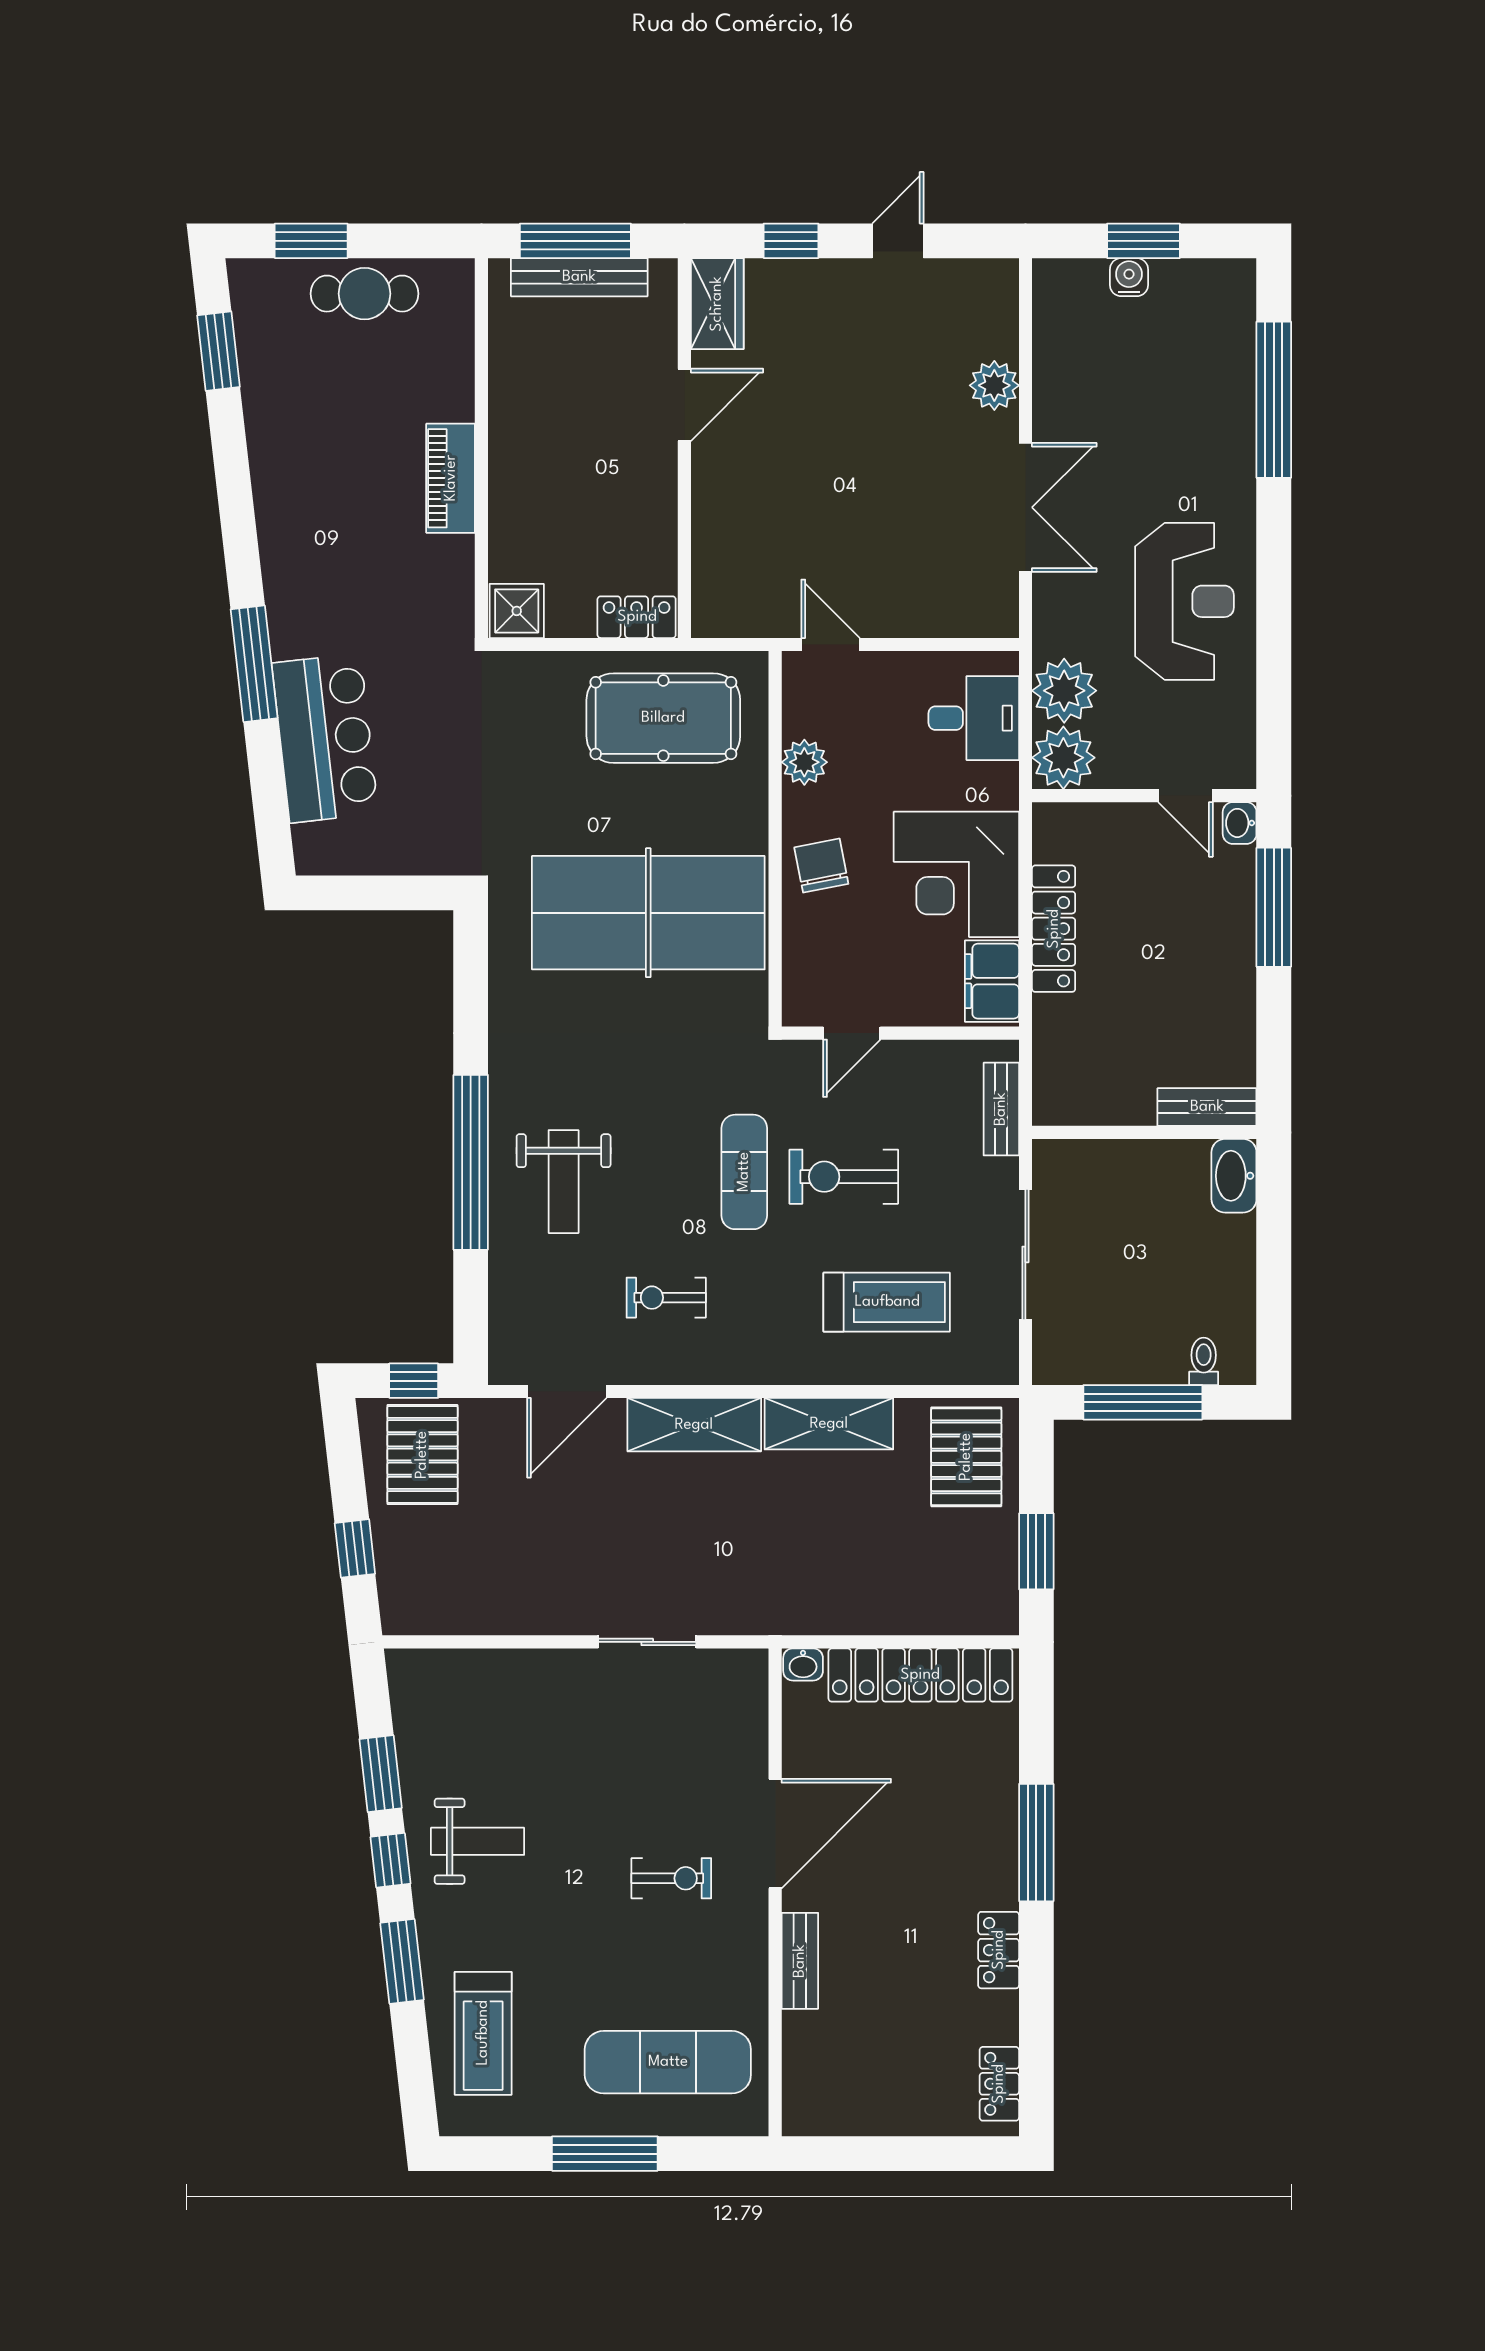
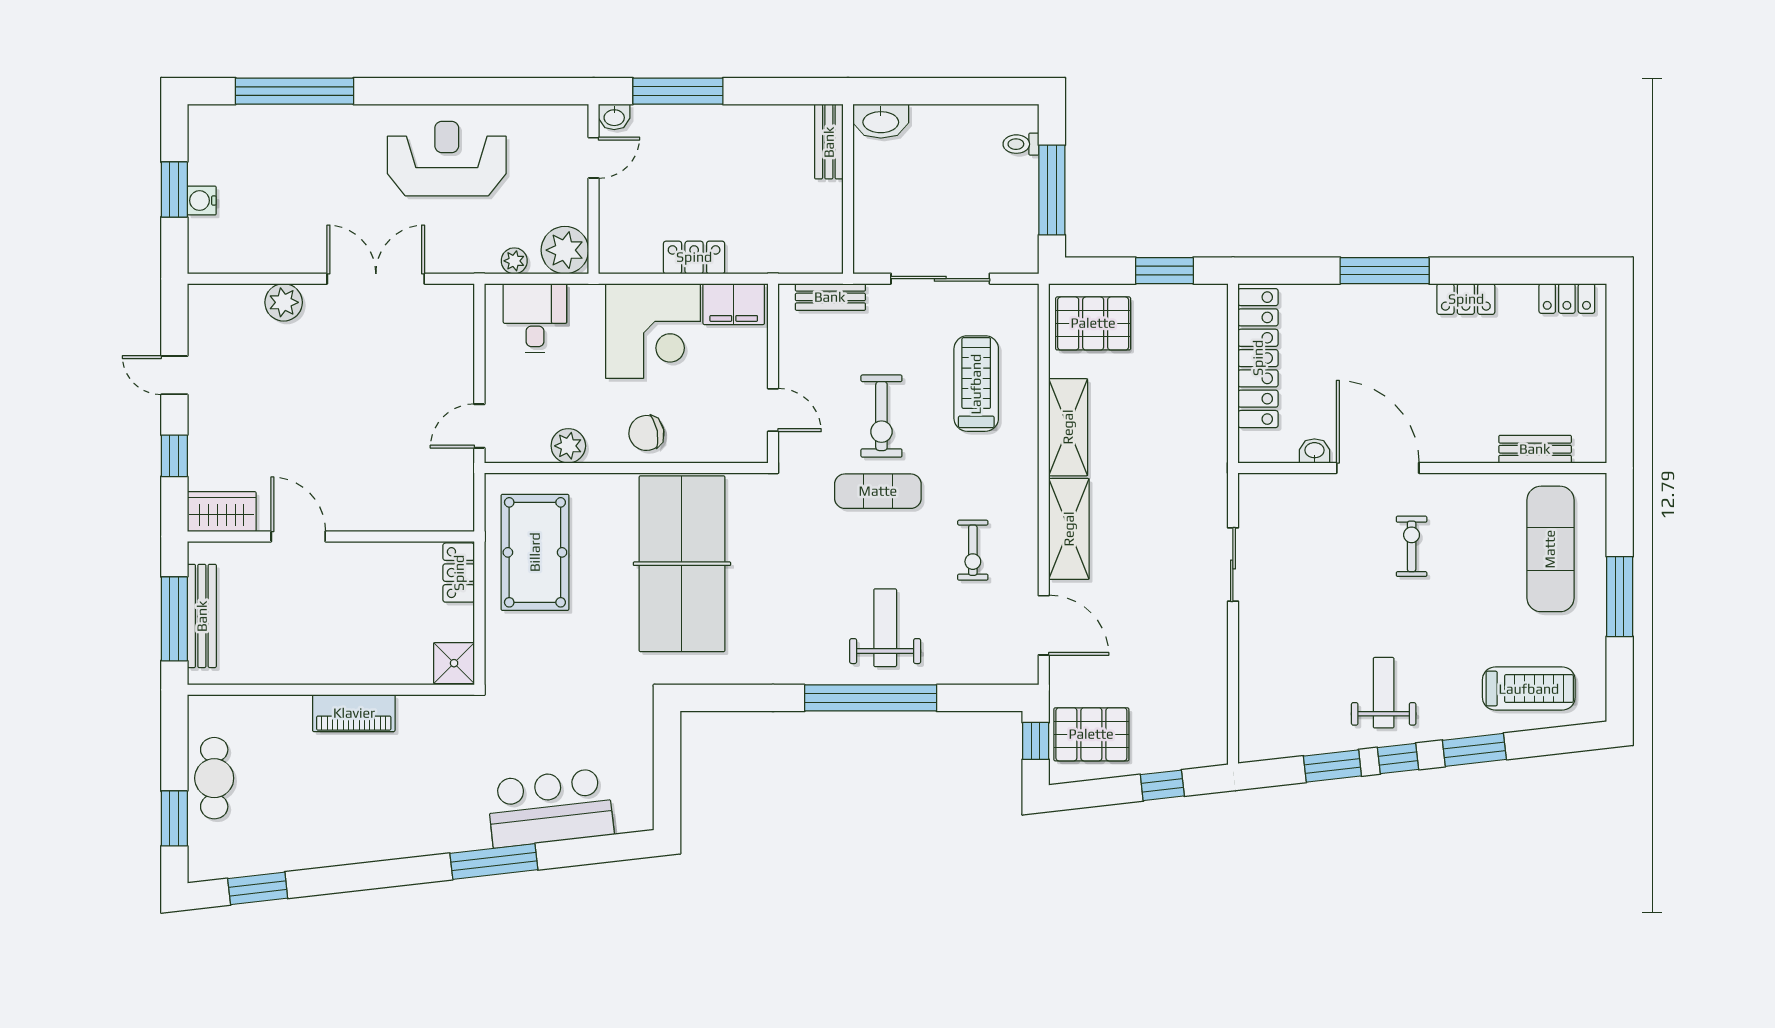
plant: (1064, 691) -> (514, 261), width x0.53, depth x0.53
locker: (1054, 929) -> (694, 257), width x0.66
weight bench: (564, 1182) -> (885, 628), turned -90
washbasin: (803, 1664) -> (1314, 451), moved, turned -90
bench: (800, 1961) -> (1535, 449), moved

